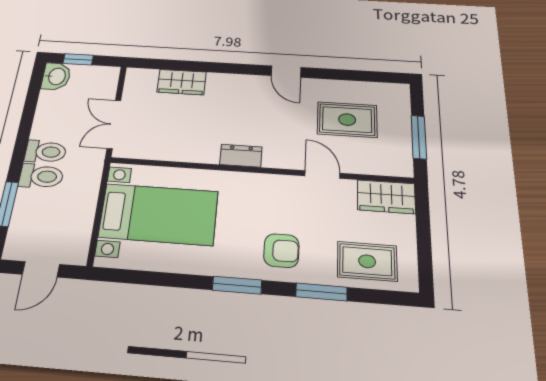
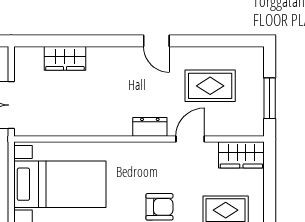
dresser: (241, 156) -> (150, 127), moved
door: (322, 174) -> (190, 139), hinge flipped

